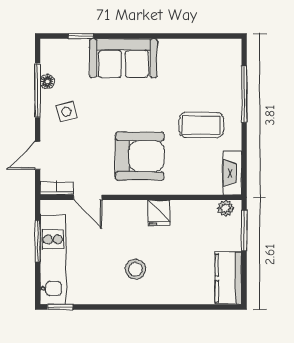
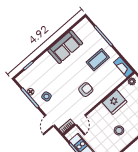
sofa: (123, 58) -> (65, 47), moved
armchair: (140, 156) -> (86, 90), width x0.53, depth x0.53
door: (88, 197) -> (80, 120), hinge flipped
fridge: (159, 213) -> (115, 102), width x1.88, depth x1.34

